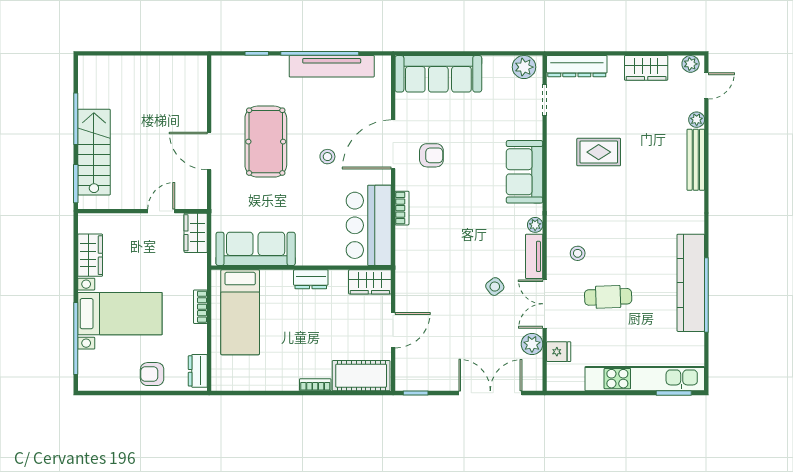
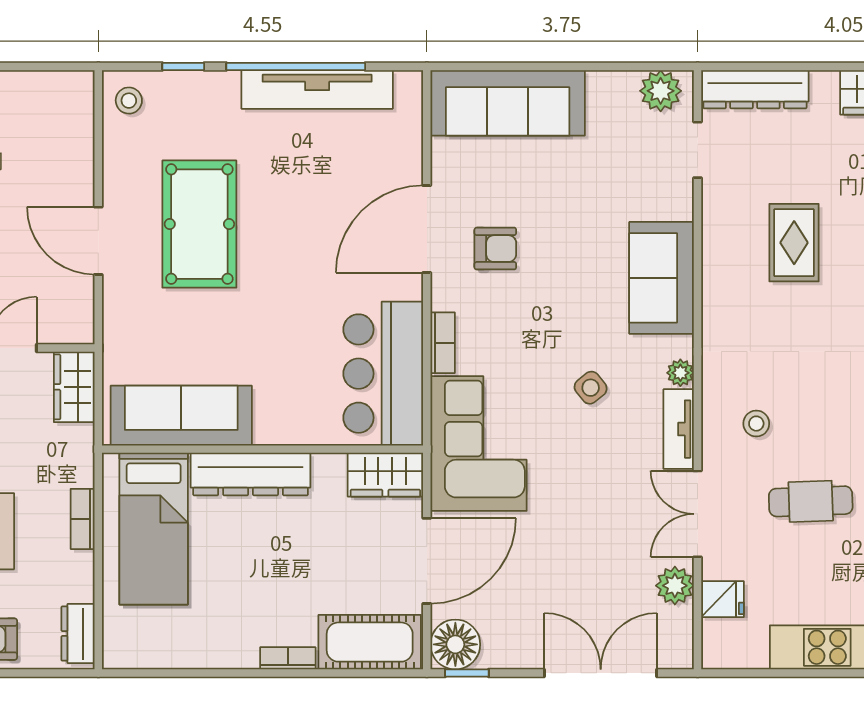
rug: (599, 152) -> (794, 243), turned 90
stool: (327, 157) -> (129, 101), moved
corner sofa: (422, 264) -> (479, 443), added
dresser: (311, 279) -> (251, 474), width x1.96, depth x1.24
side table: (495, 287) -> (591, 388), moved
door: (393, 330) -> (427, 561), width x1.36
floor lamp: (409, 377) -> (455, 644), added

